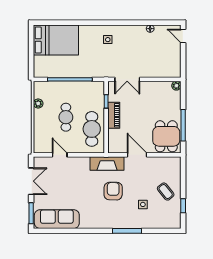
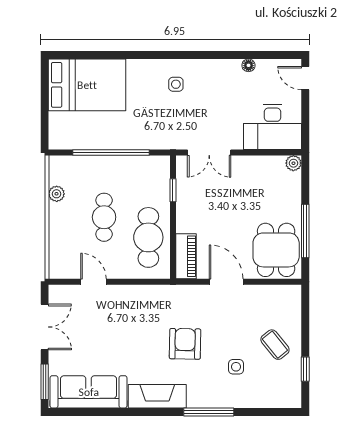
desk: (164, 64) -> (272, 127), added
piano: (114, 115) -> (186, 256), moved
fireplace: (107, 163) -> (157, 396), moved, turned 180

